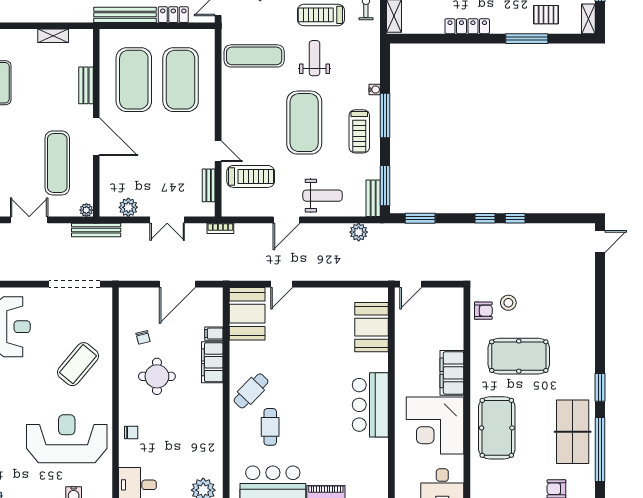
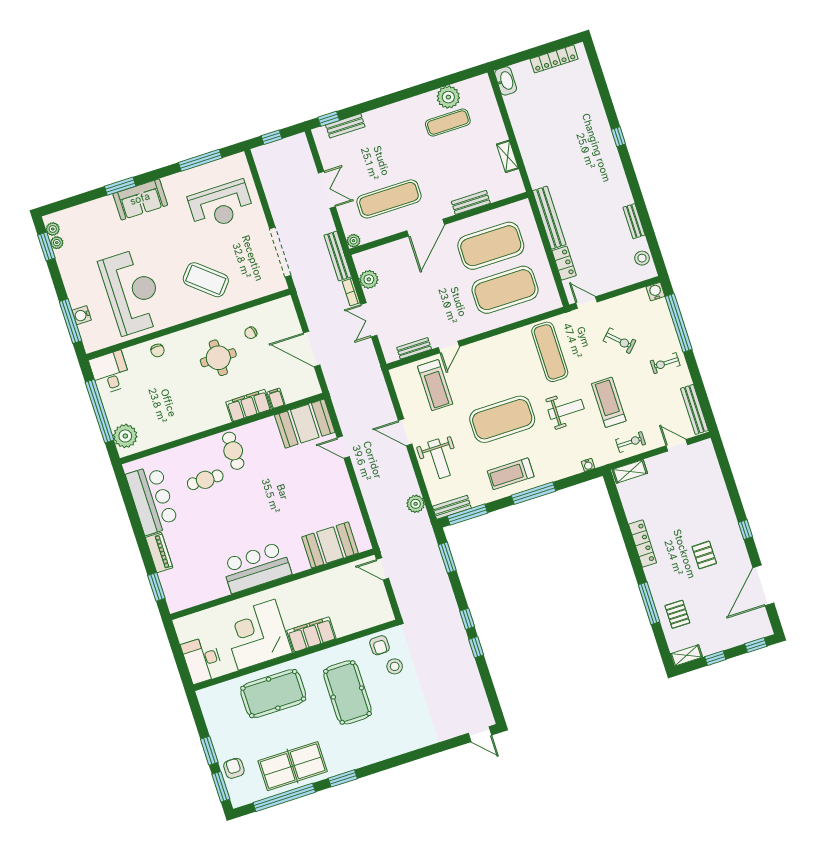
water cooler: (375, 90) -> (588, 465), moved
bookcase: (220, 228) -> (351, 292), moved
cafe table: (251, 391) -> (233, 451), turned 46

